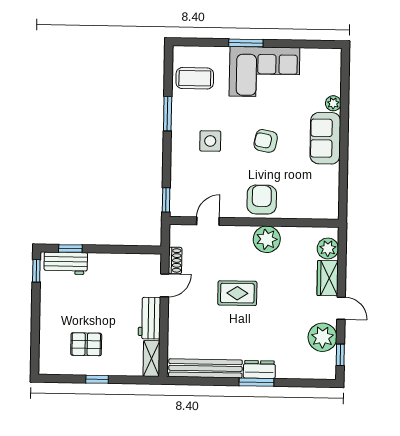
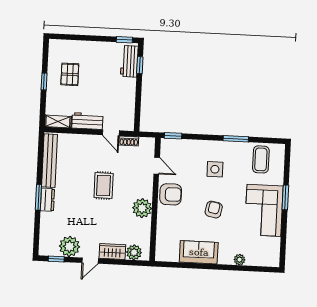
sofa: (325, 138) -> (199, 252), moved
armchair: (262, 200) -> (171, 194), moved

